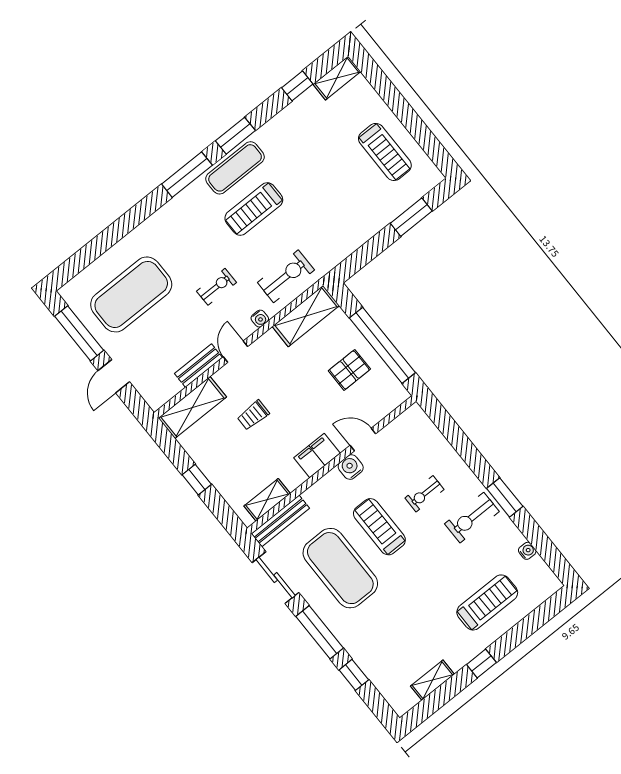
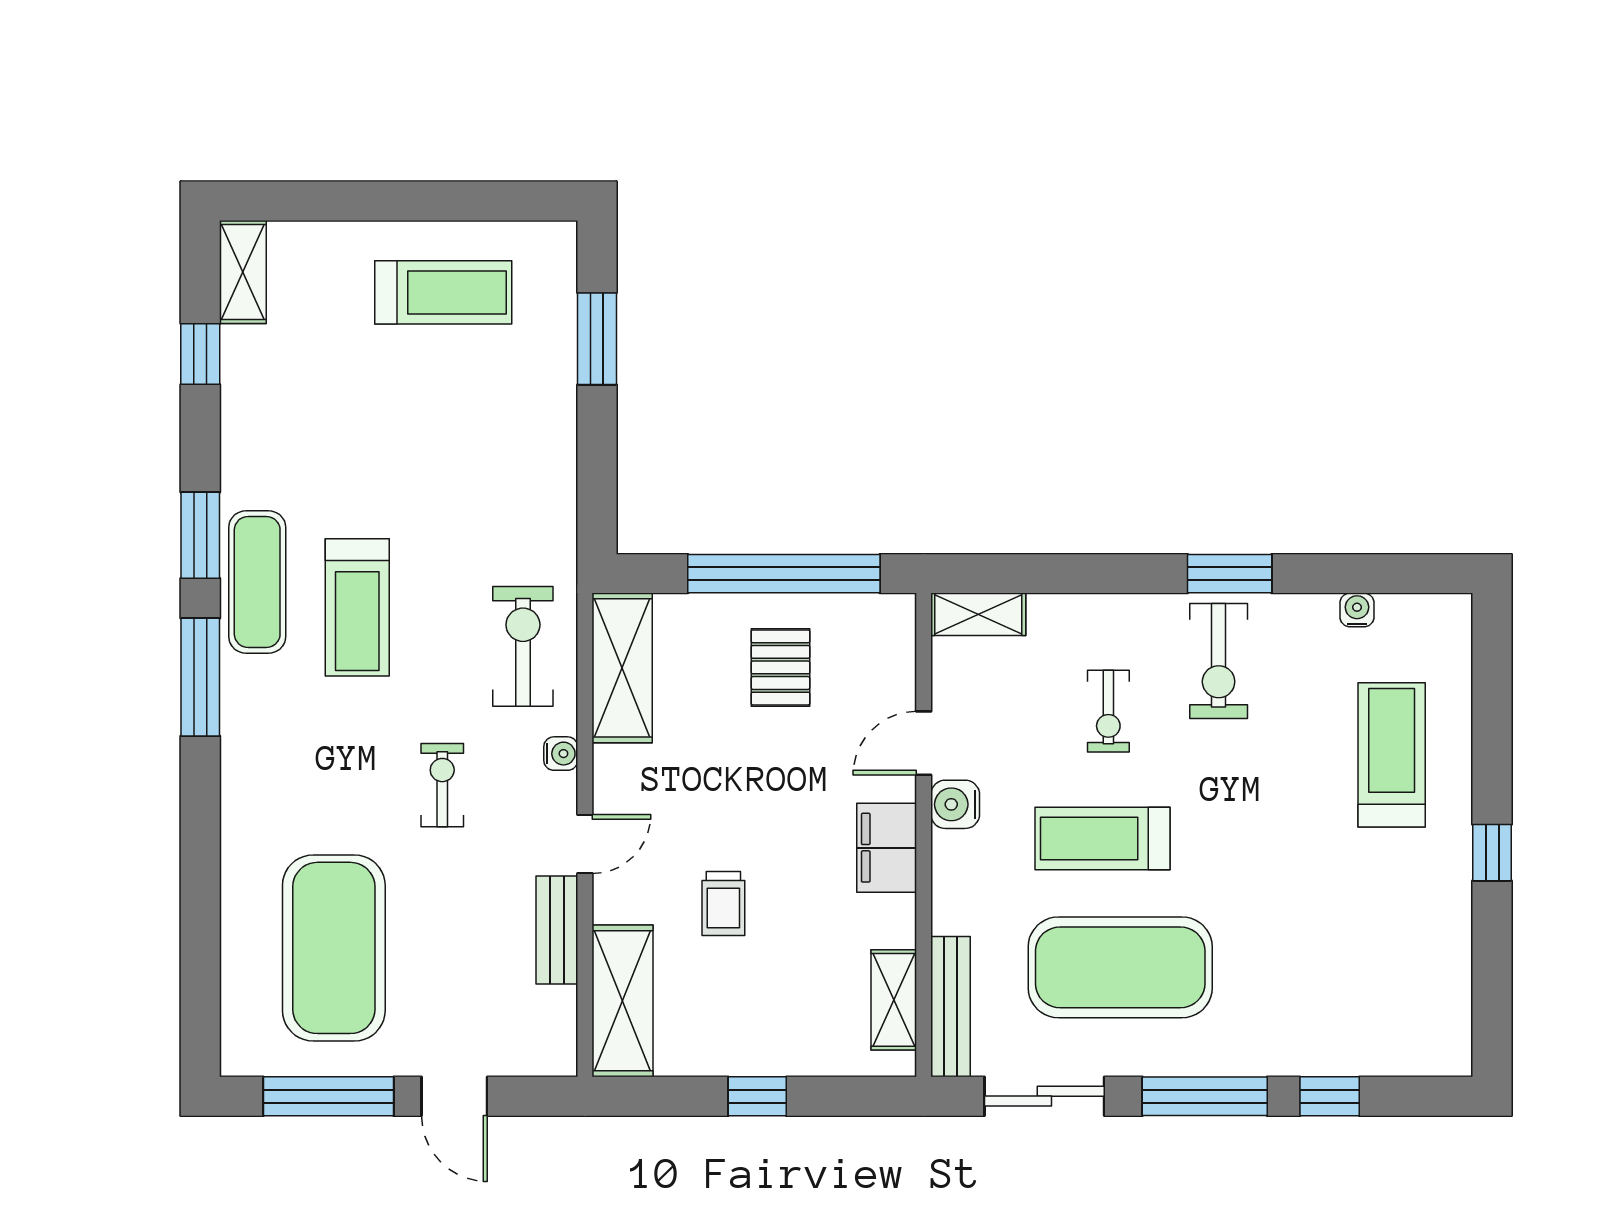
door: (235, 352) -> (585, 844), swing flipped
shelving: (432, 680) -> (978, 614), moved, turned 90

